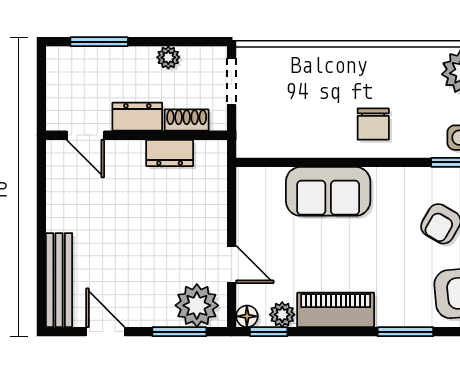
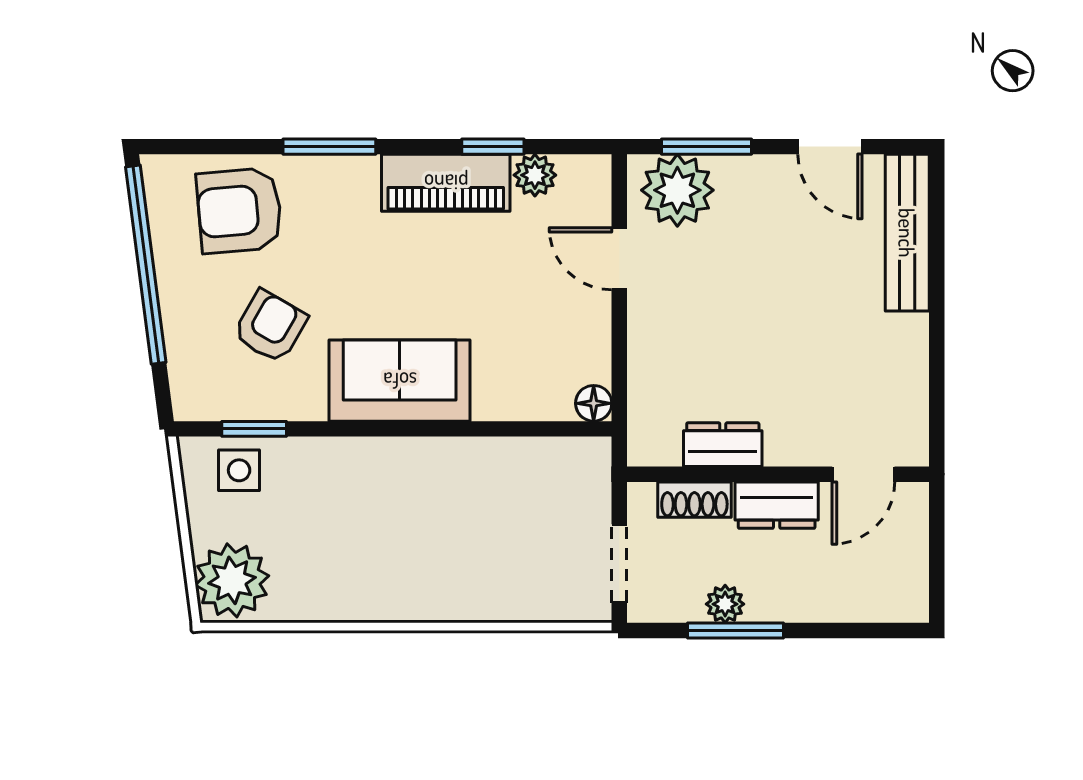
window: (99, 42) -> (736, 630), moved
chair: (373, 124) -> (383, 493), removed
door: (85, 135) -> (863, 474), swing flipped
sofa: (328, 191) -> (400, 381), moved
floor lamp: (247, 316) -> (594, 403), moved
window: (269, 332) -> (493, 147), moved

